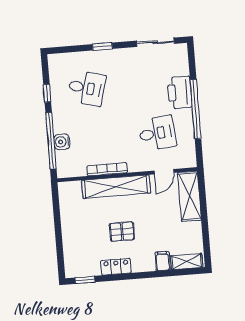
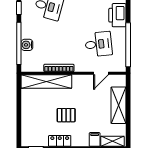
window: (196, 109) -> (128, 45), moved
shelving: (116, 187) -> (46, 81), moved
shelving: (189, 196) -> (118, 105), moved

